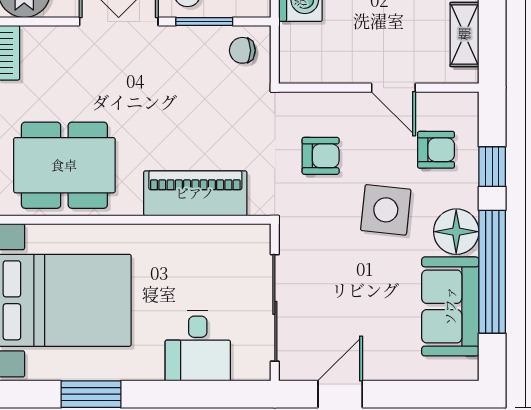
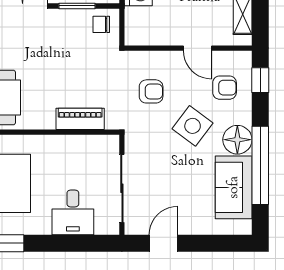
window: (492, 167) -> (260, 80), moved
piano: (195, 193) -> (80, 119), width x0.73, depth x0.75
side table: (386, 210) -> (193, 126), turned 31

